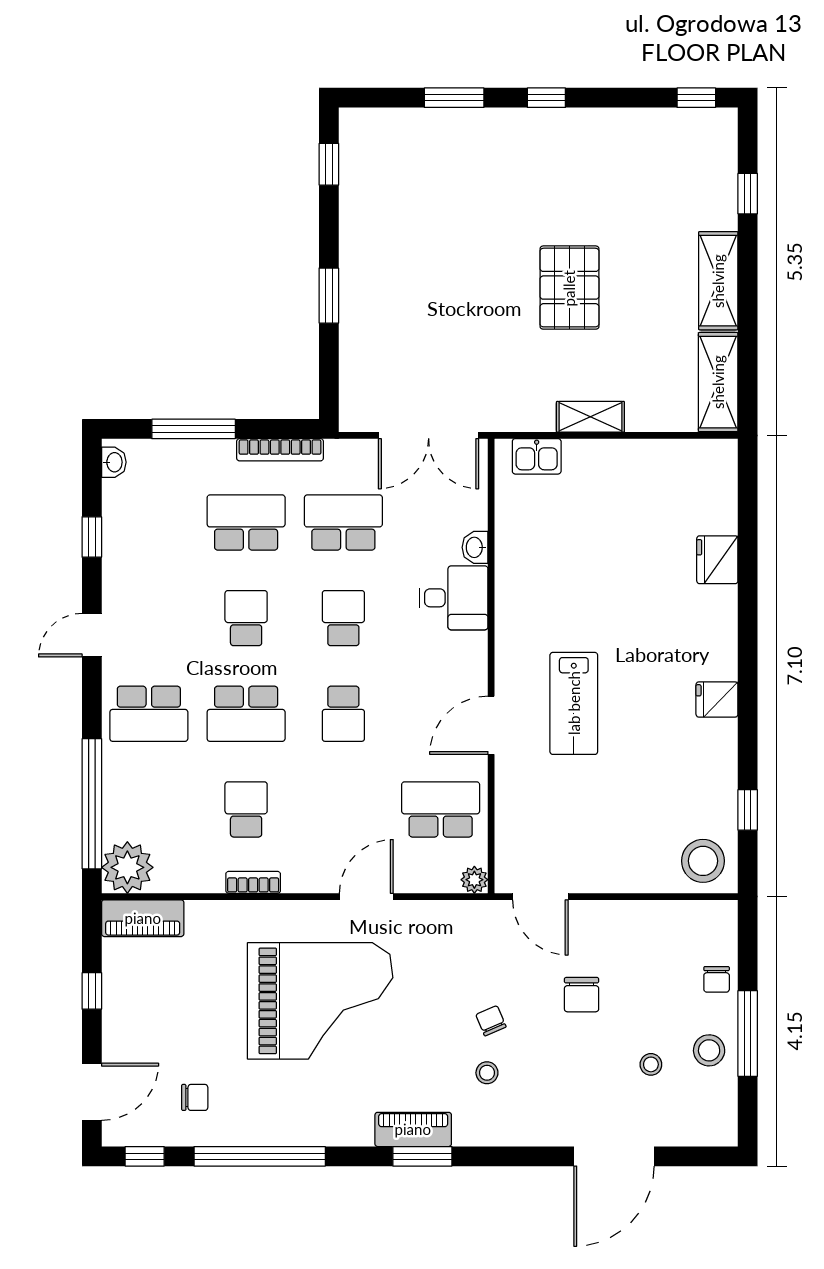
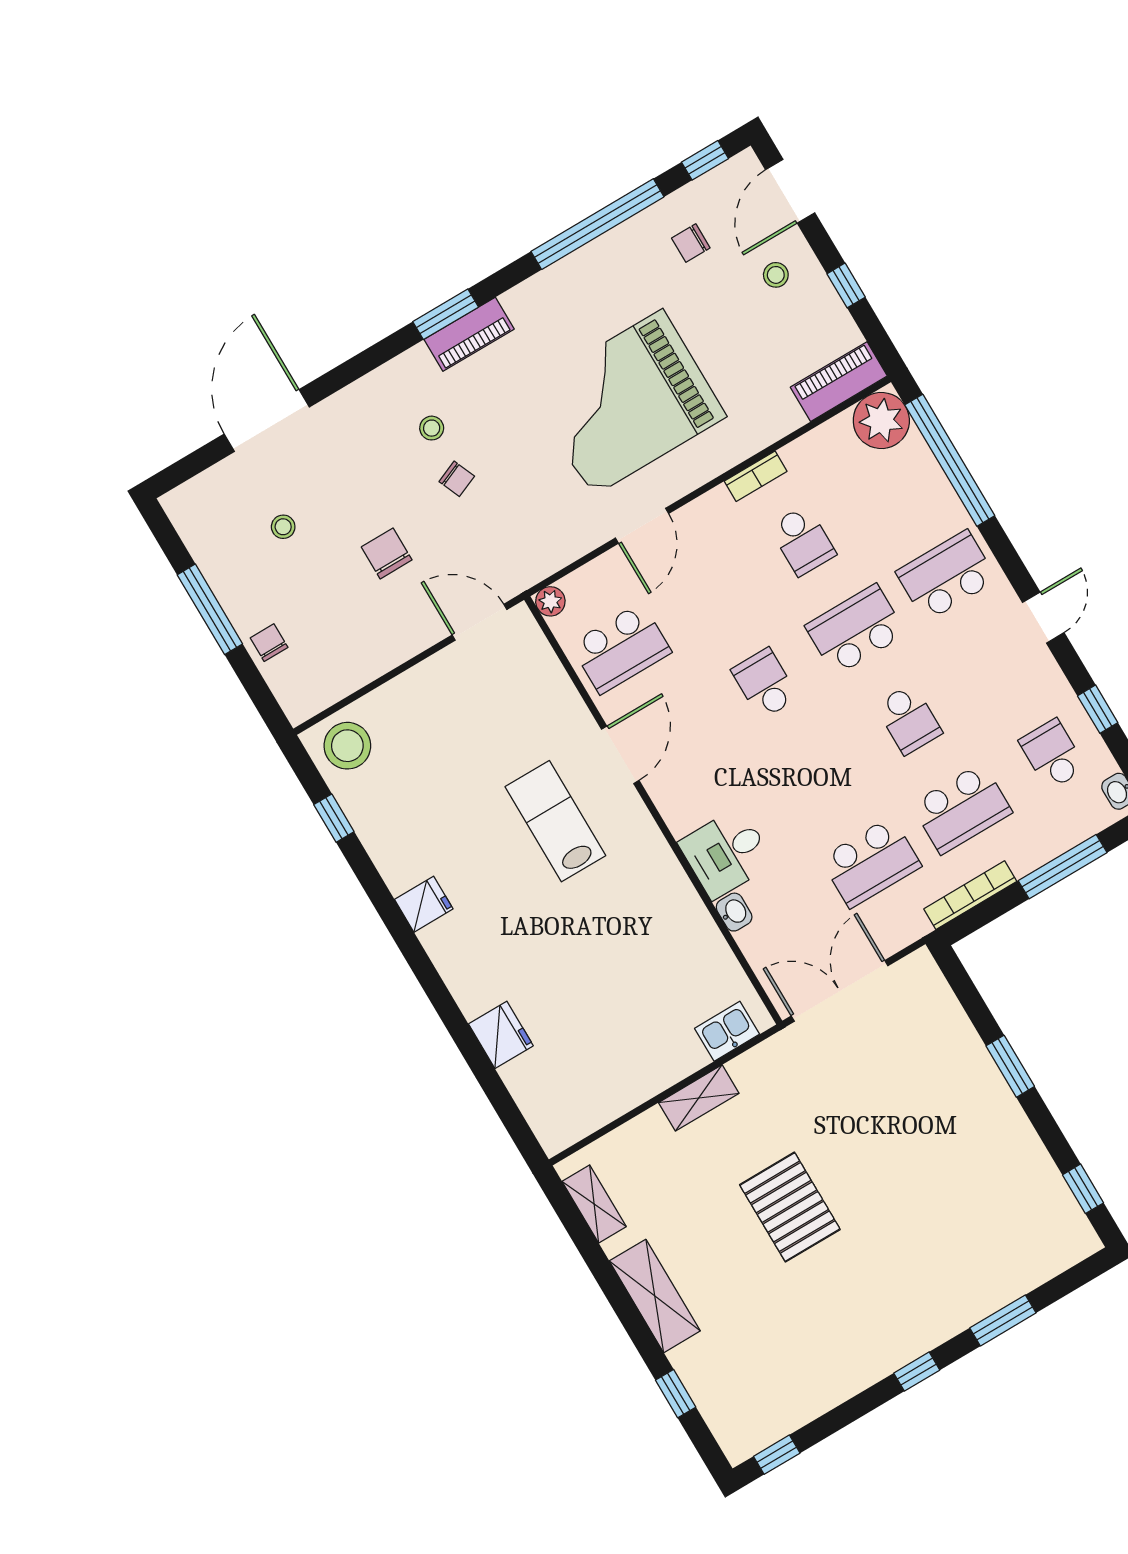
shelving: (718, 382) -> (594, 1204), width x0.67, depth x0.75
school desk: (343, 618) -> (1052, 754), moved, turned 180
stool: (709, 1050) -> (776, 275), moved, width x0.73, depth x0.73

